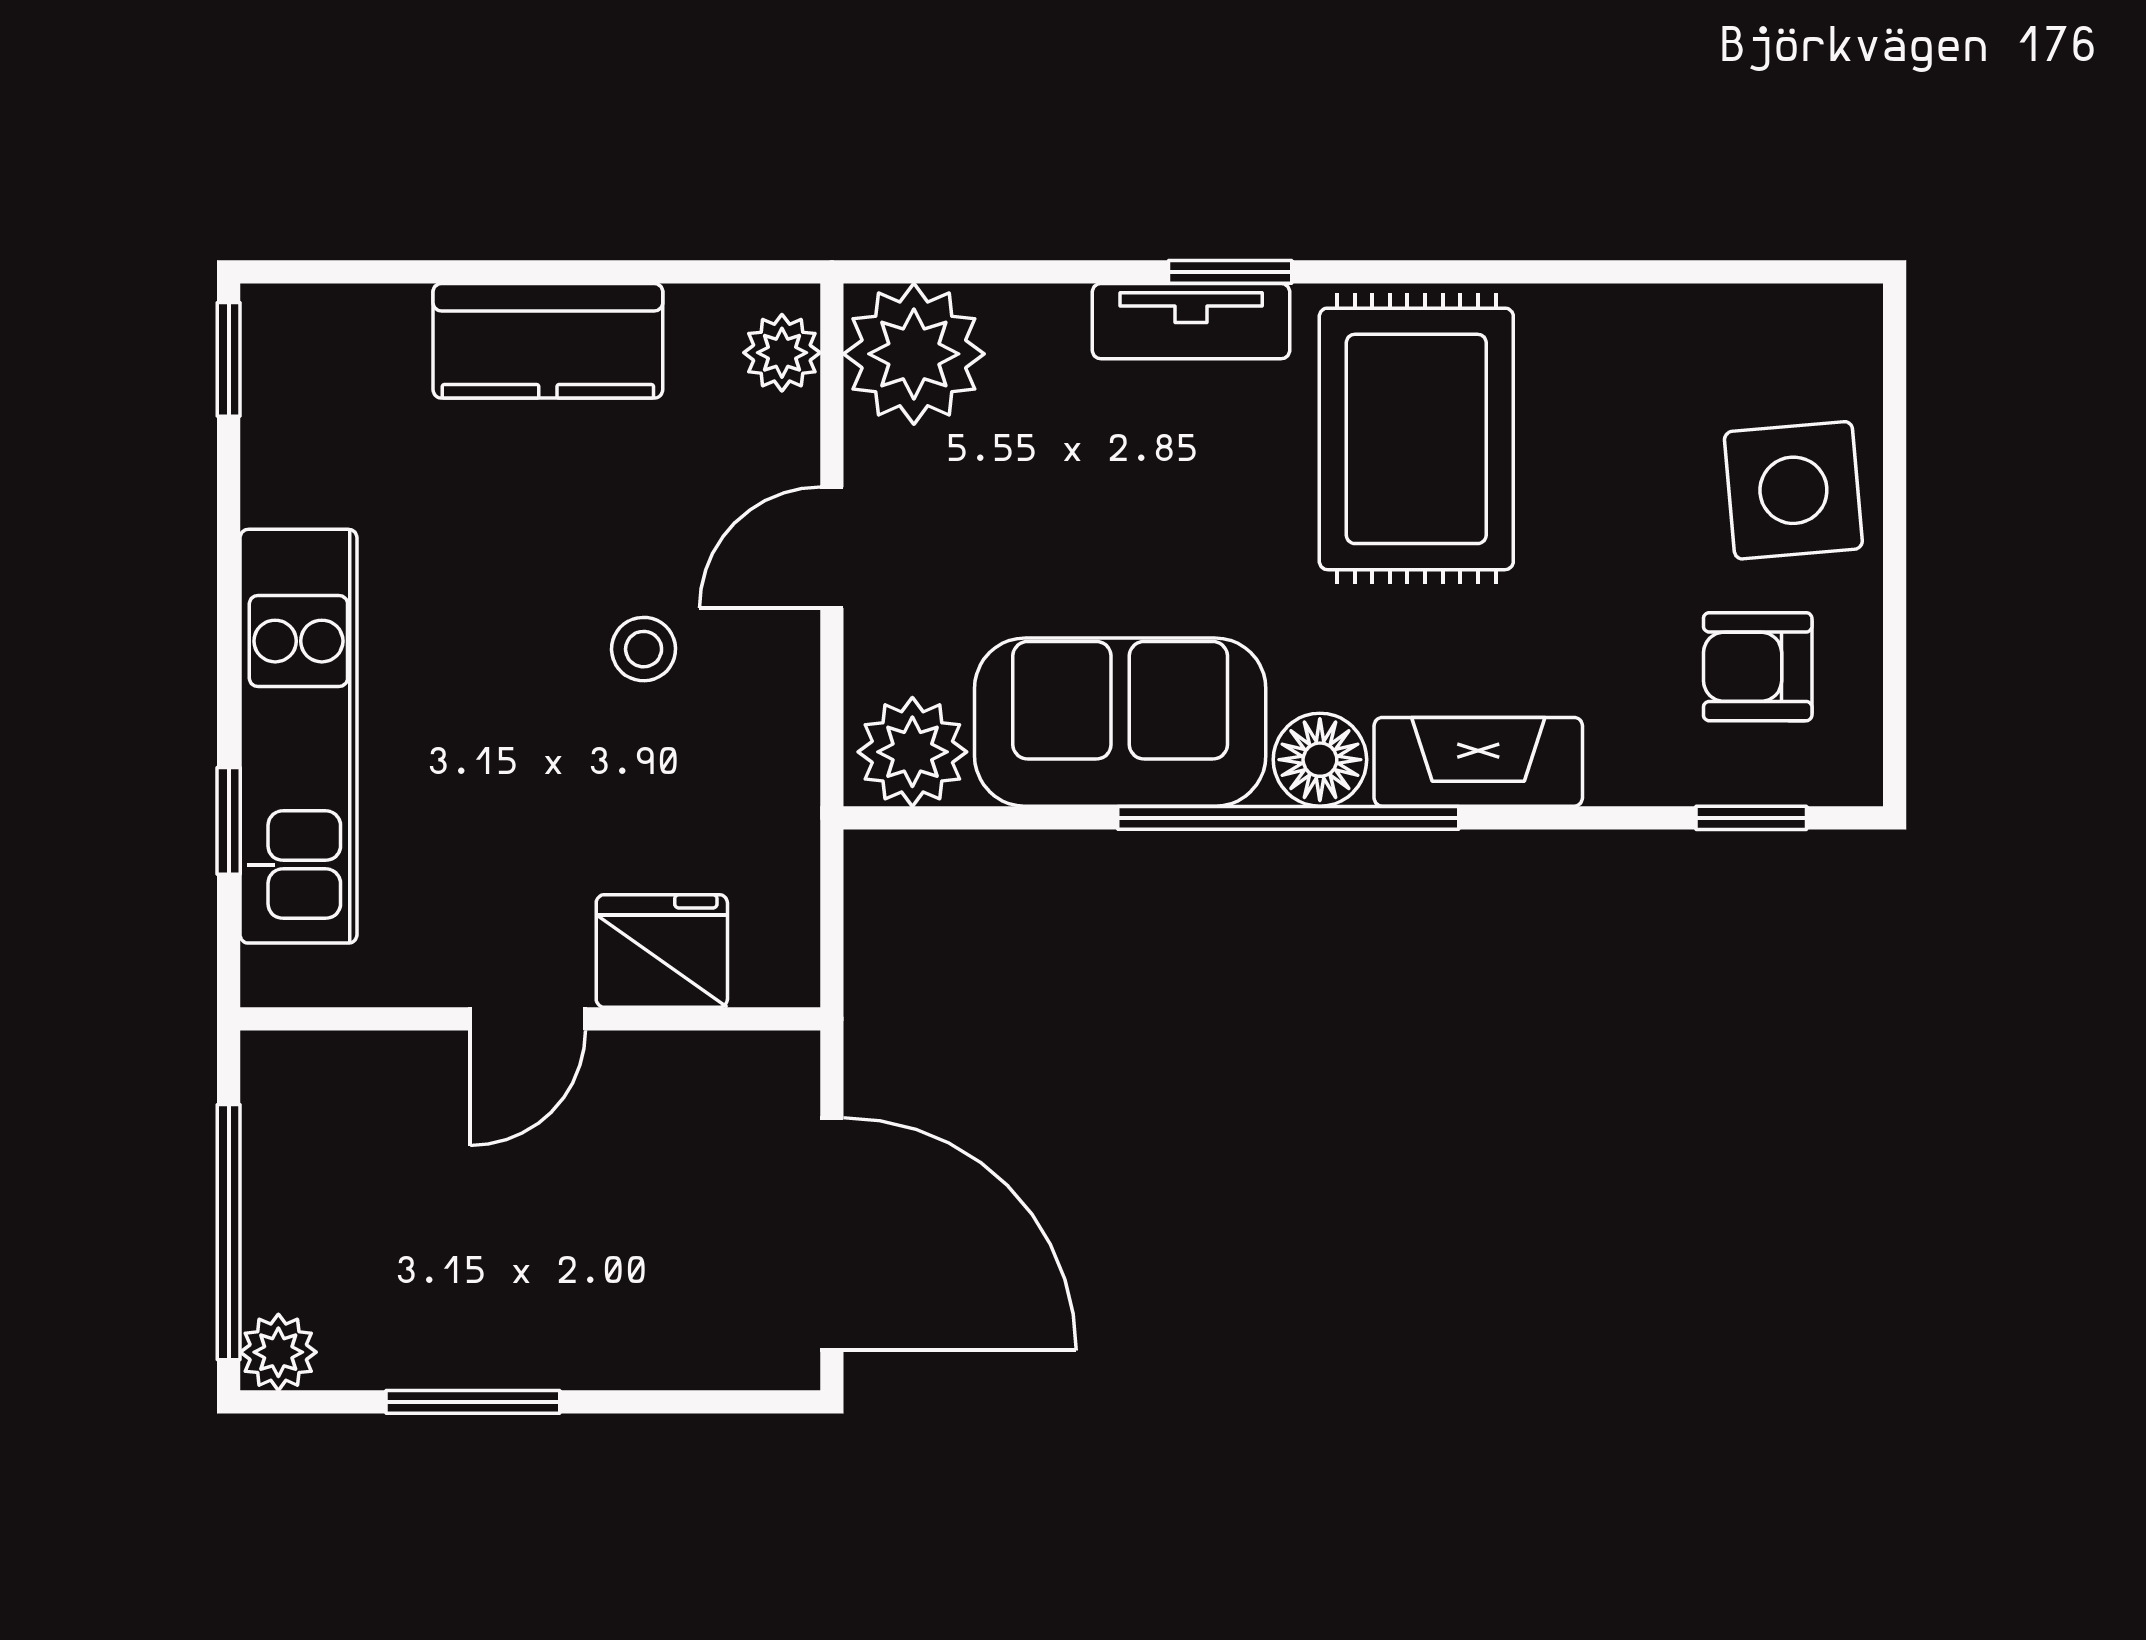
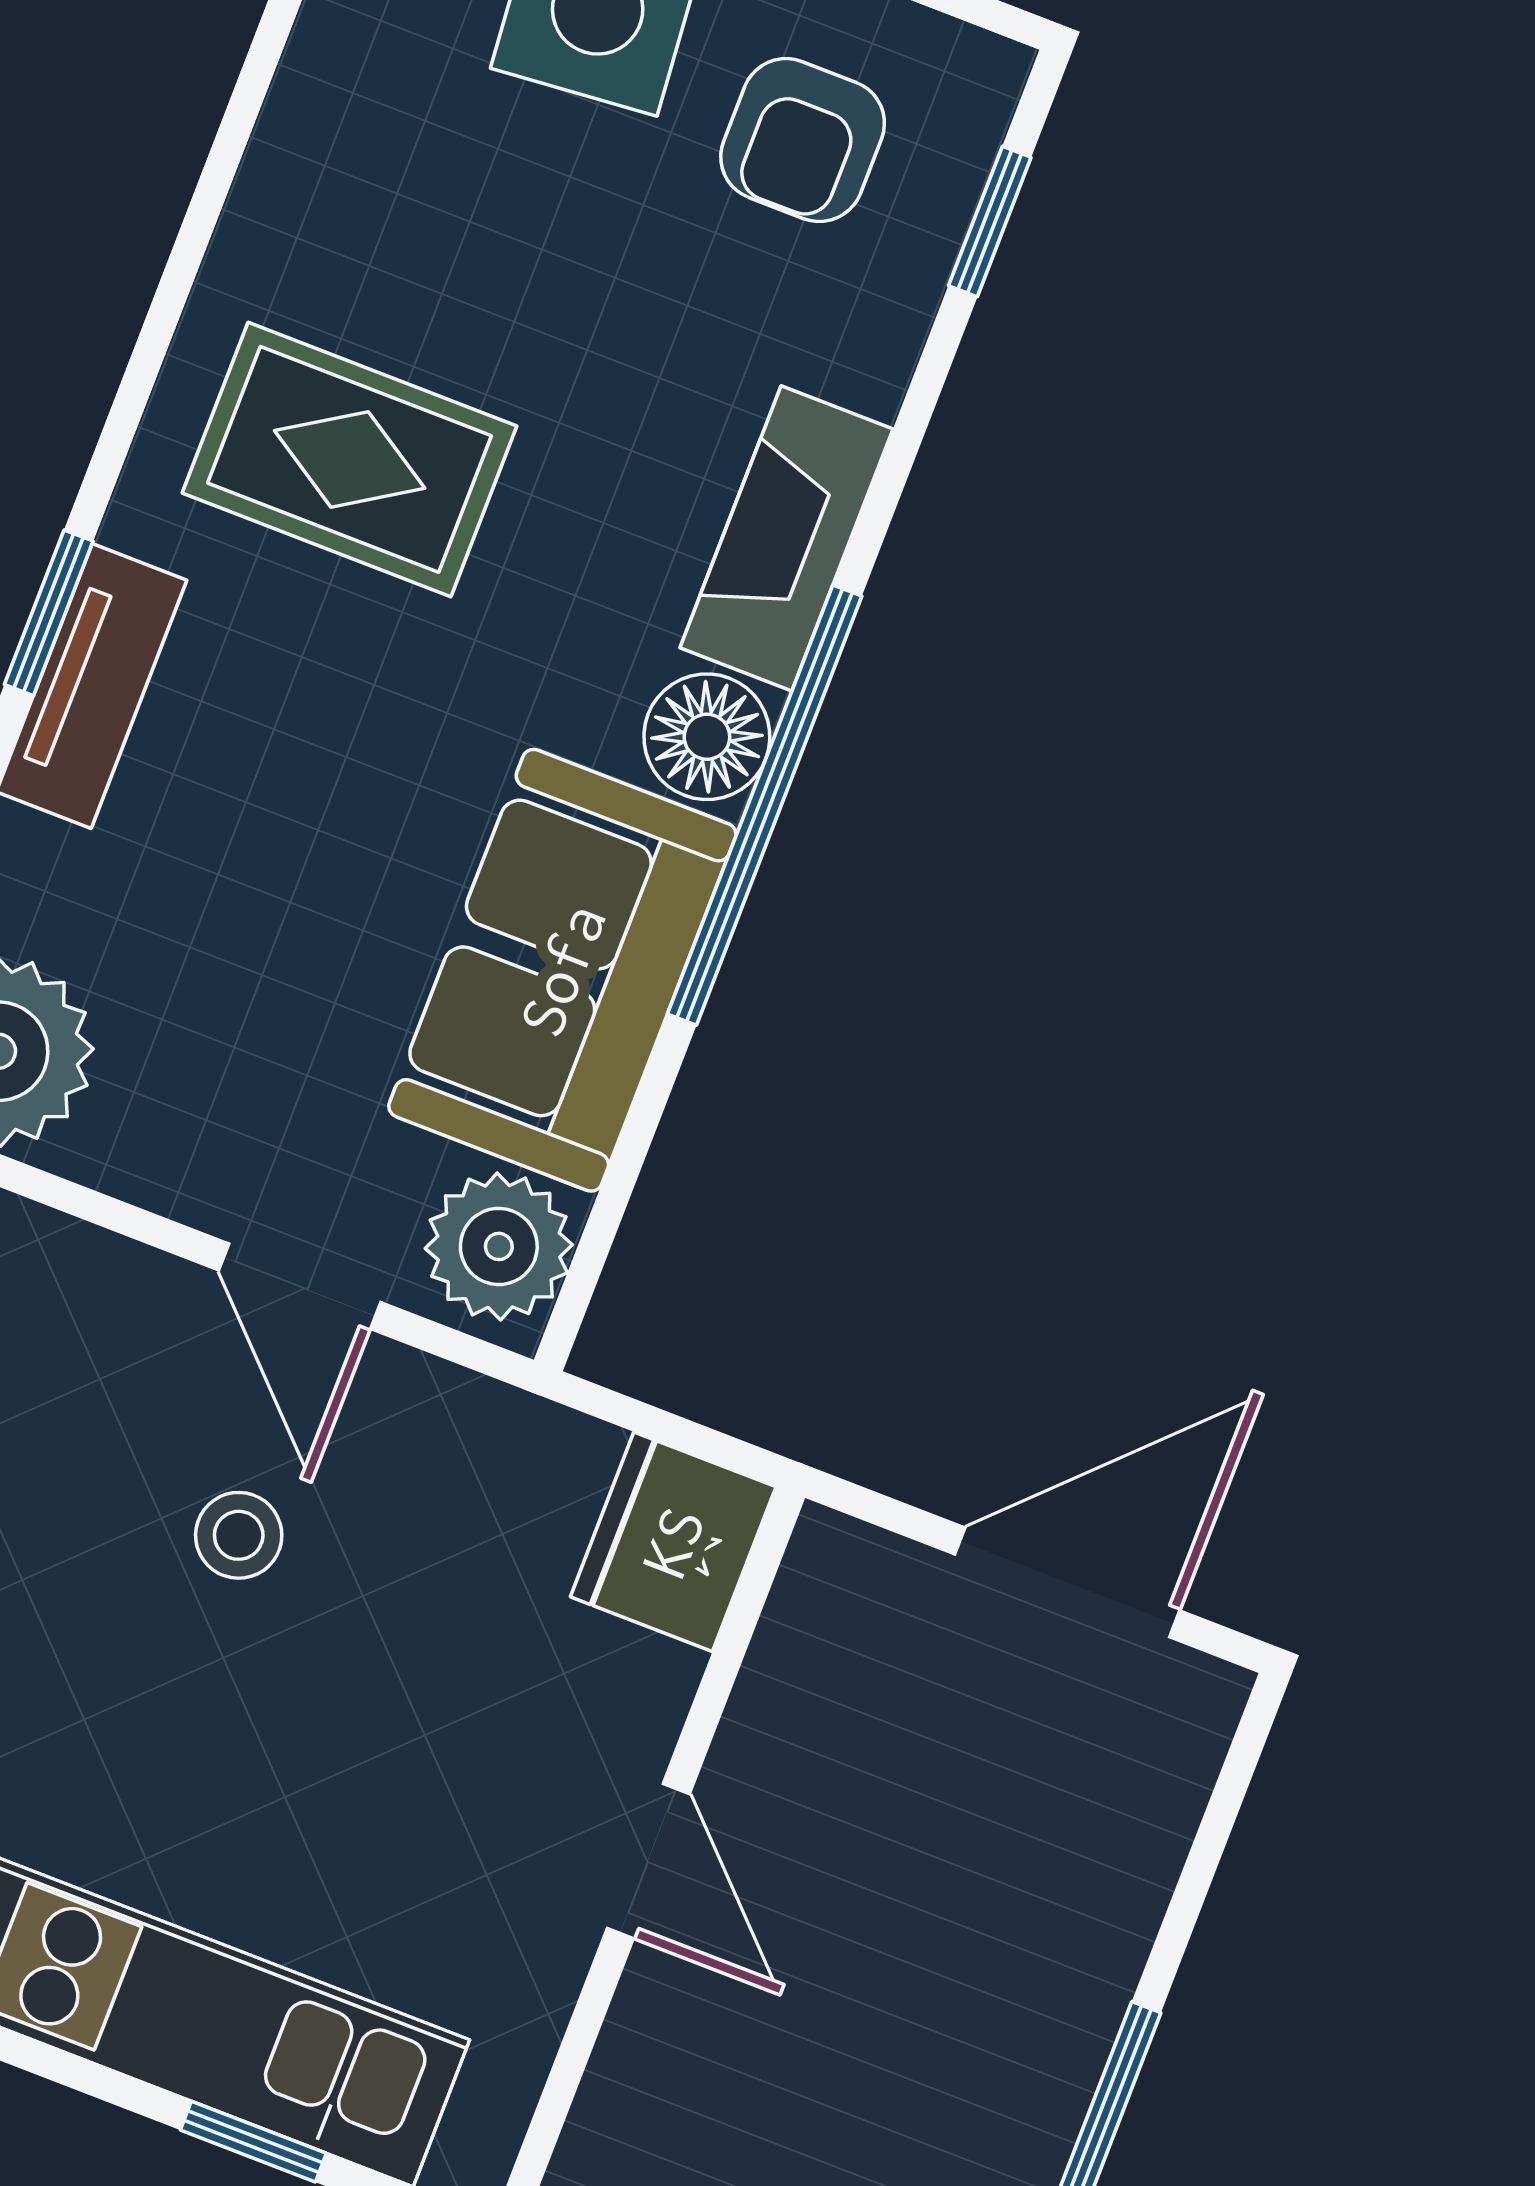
rug: (1416, 439) -> (350, 459), width x0.73, depth x0.70
door: (832, 548) -> (300, 1286), moved
fridge: (662, 951) -> (673, 1542), moved
door: (832, 1234) -> (1067, 1582), width x0.73

